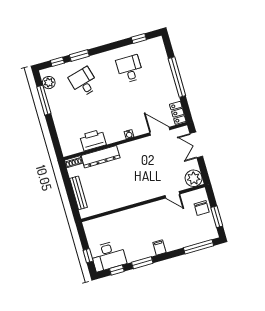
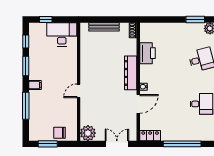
window: (44, 100) -> (195, 20), width x0.69
door: (160, 131) -> (138, 104), moved
dresser: (101, 157) -> (131, 73), moved
door: (172, 195) -> (79, 91), moved
window: (198, 247) -> (26, 106), moved
desk: (108, 256) -> (62, 34), moved, turned 90

